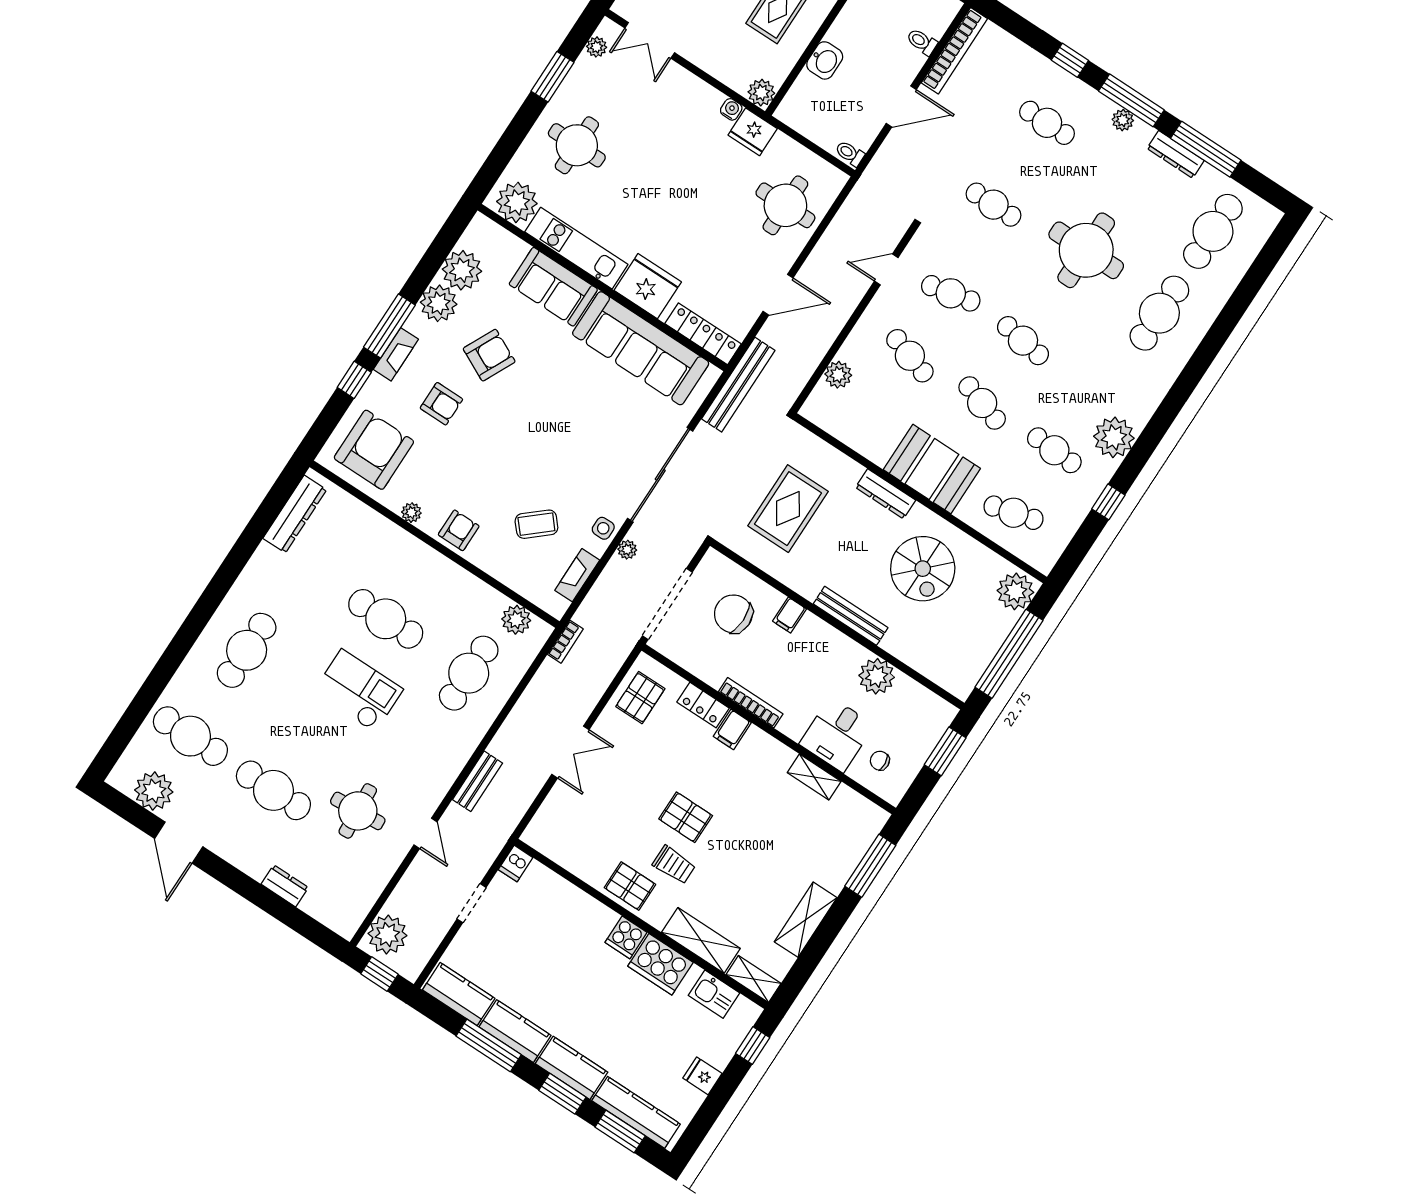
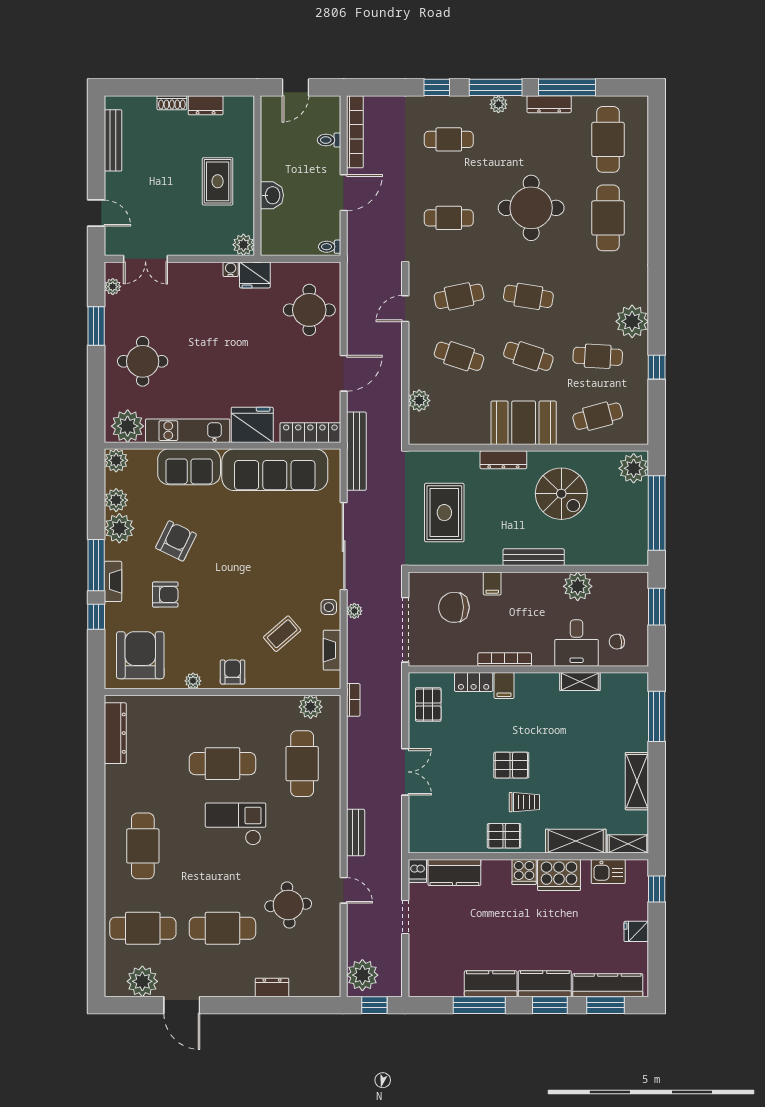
plant: (482, 230) -> (116, 460), added
plant: (462, 270) -> (116, 500), width x0.73, depth x0.73
kitchen counter: (459, 994) -> (454, 872), moved, turned 180

